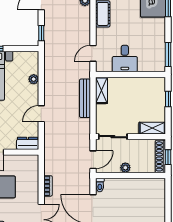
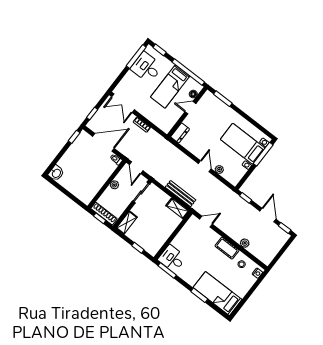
door: (93, 53) -> (206, 222), hinge flipped
desk: (125, 59) -> (172, 259), moved
door: (41, 114) -> (205, 166), moved

